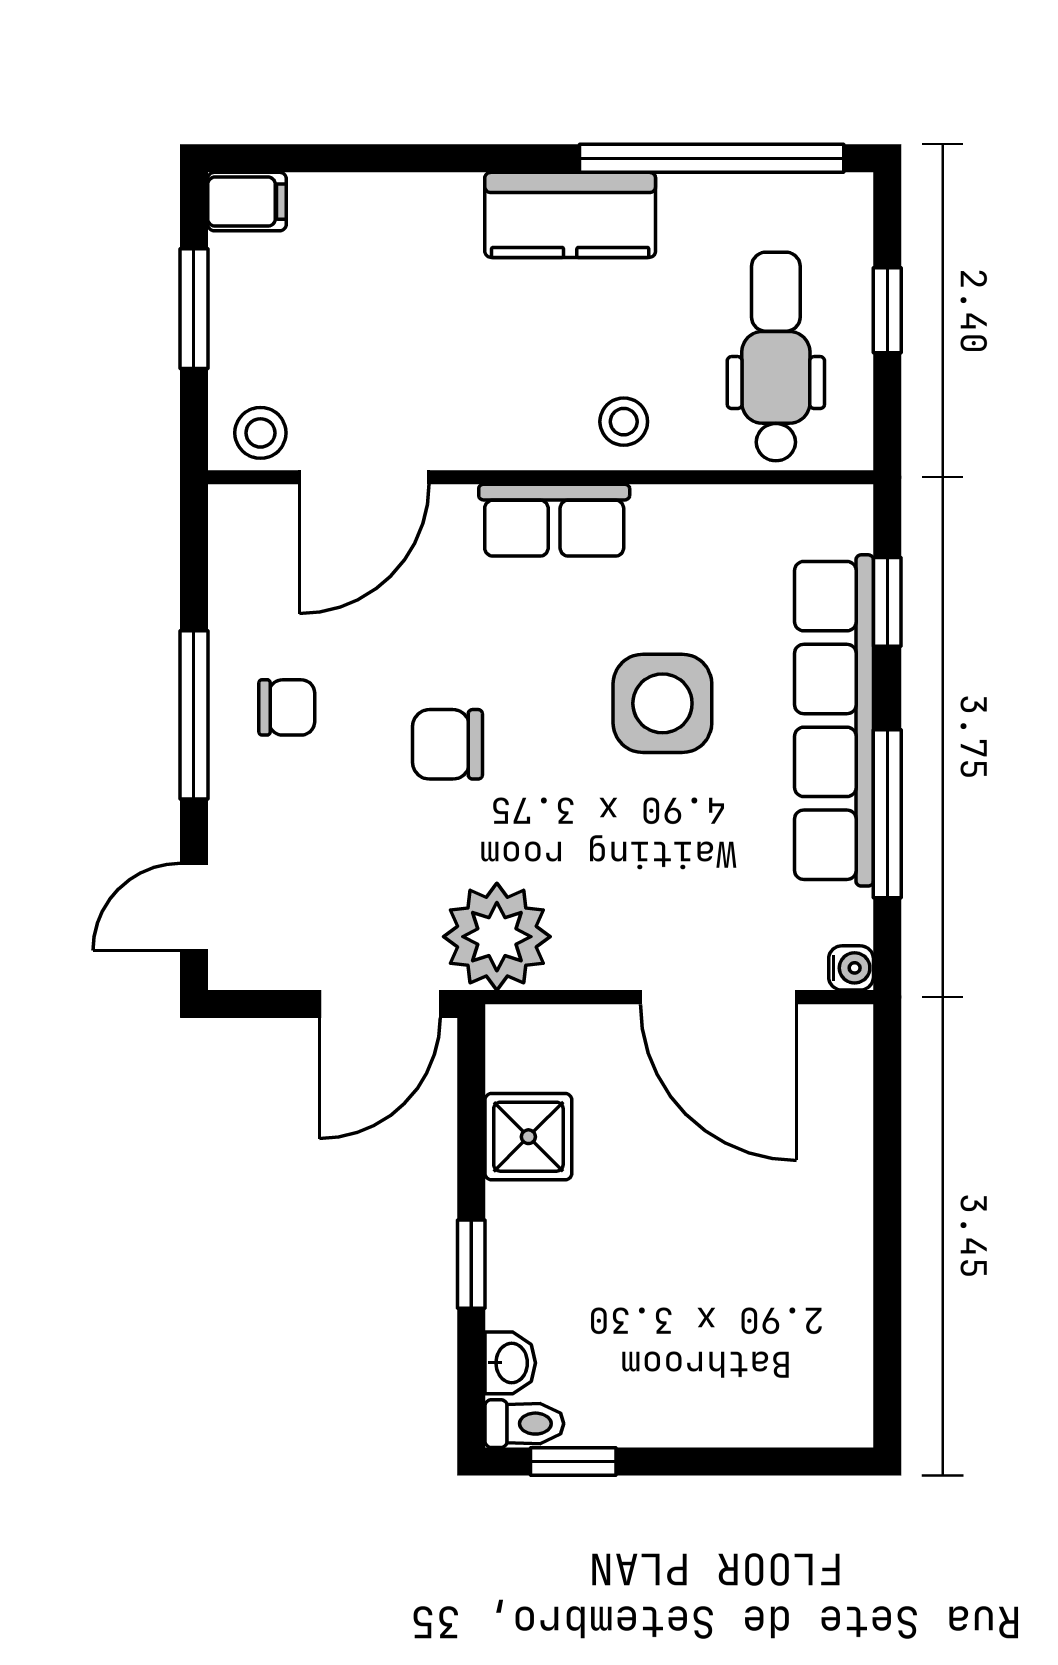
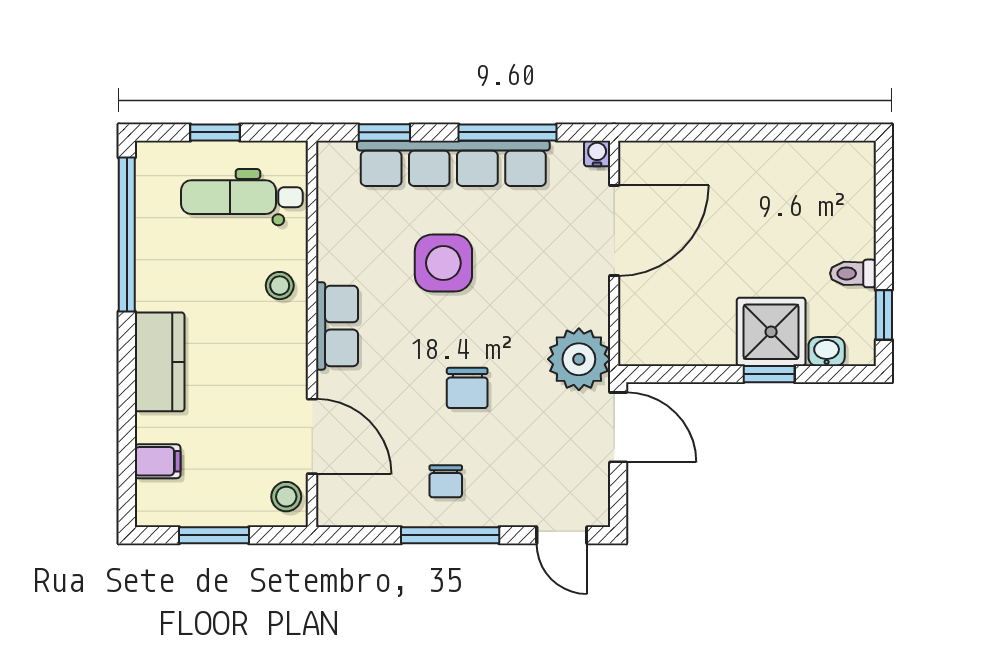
filing cabinet: (247, 202) -> (158, 461), moved, turned 90
kitchen counter: (570, 215) -> (160, 362), moved
chair: (287, 707) -> (446, 481), turned 180
shower: (528, 1137) -> (771, 332), moved, width x1.36, depth x1.36
toilet: (524, 1424) -> (853, 273), moved, turned -90

